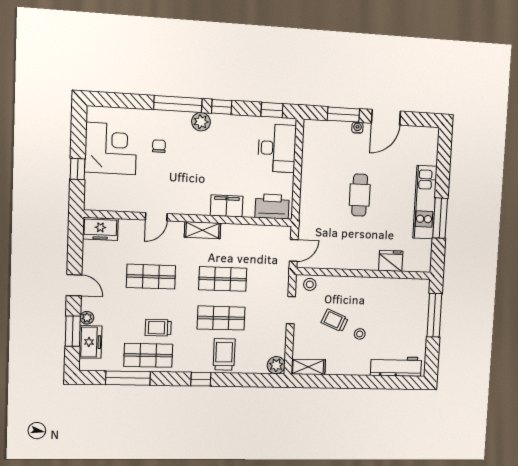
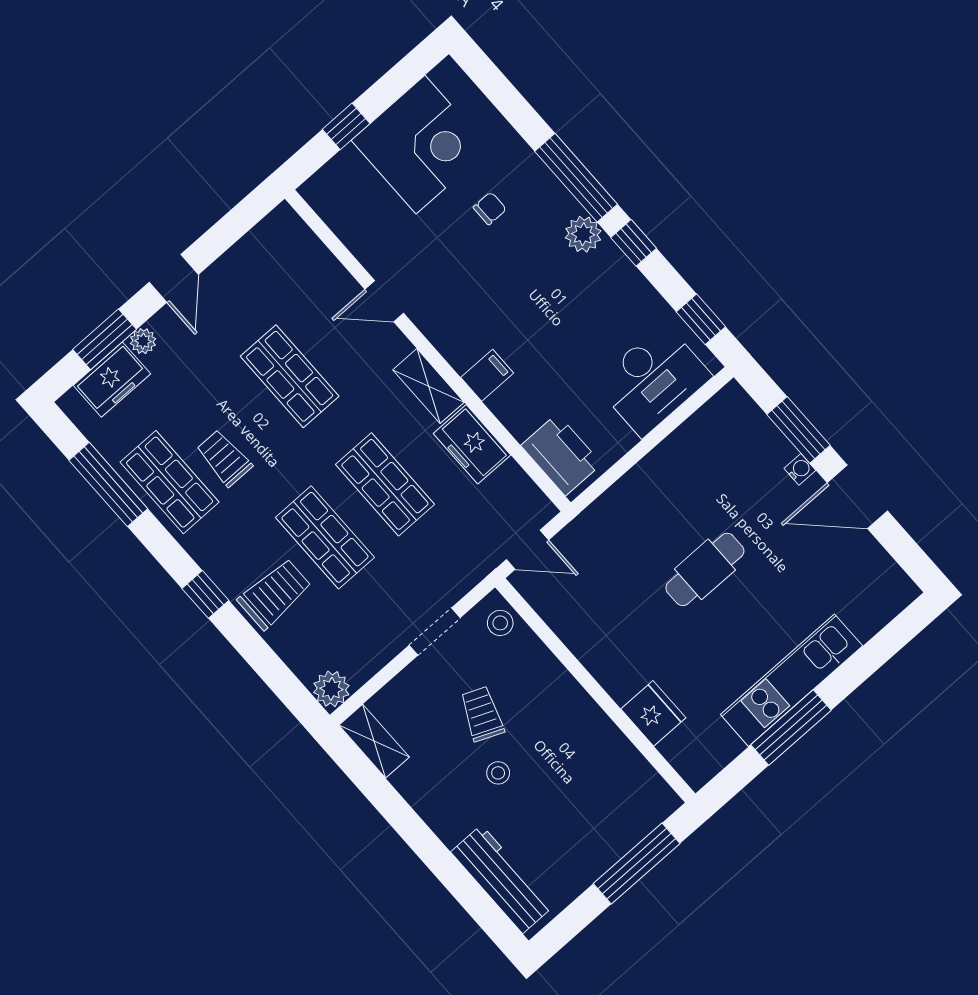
filing cabinet: (227, 206) -> (487, 375), width x0.50
freezer: (100, 229) -> (472, 444), moved

